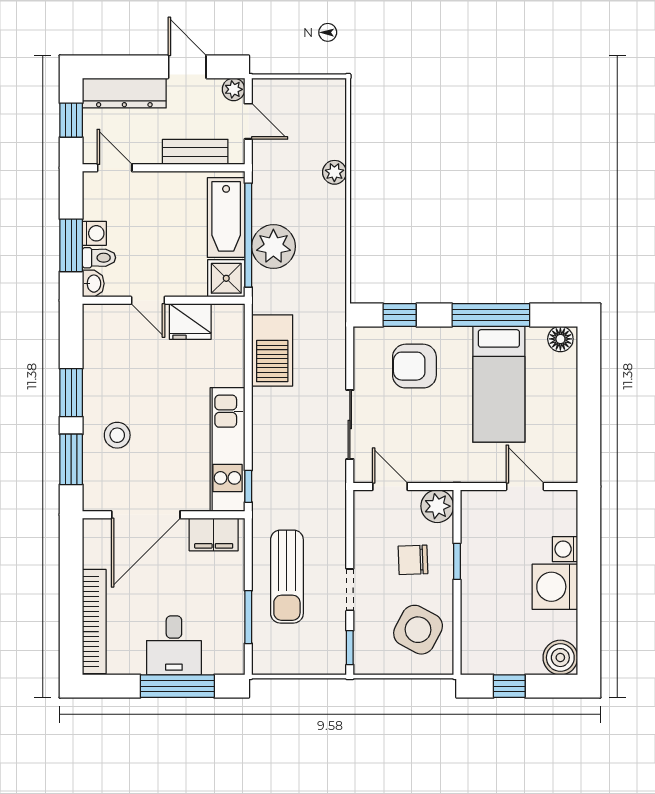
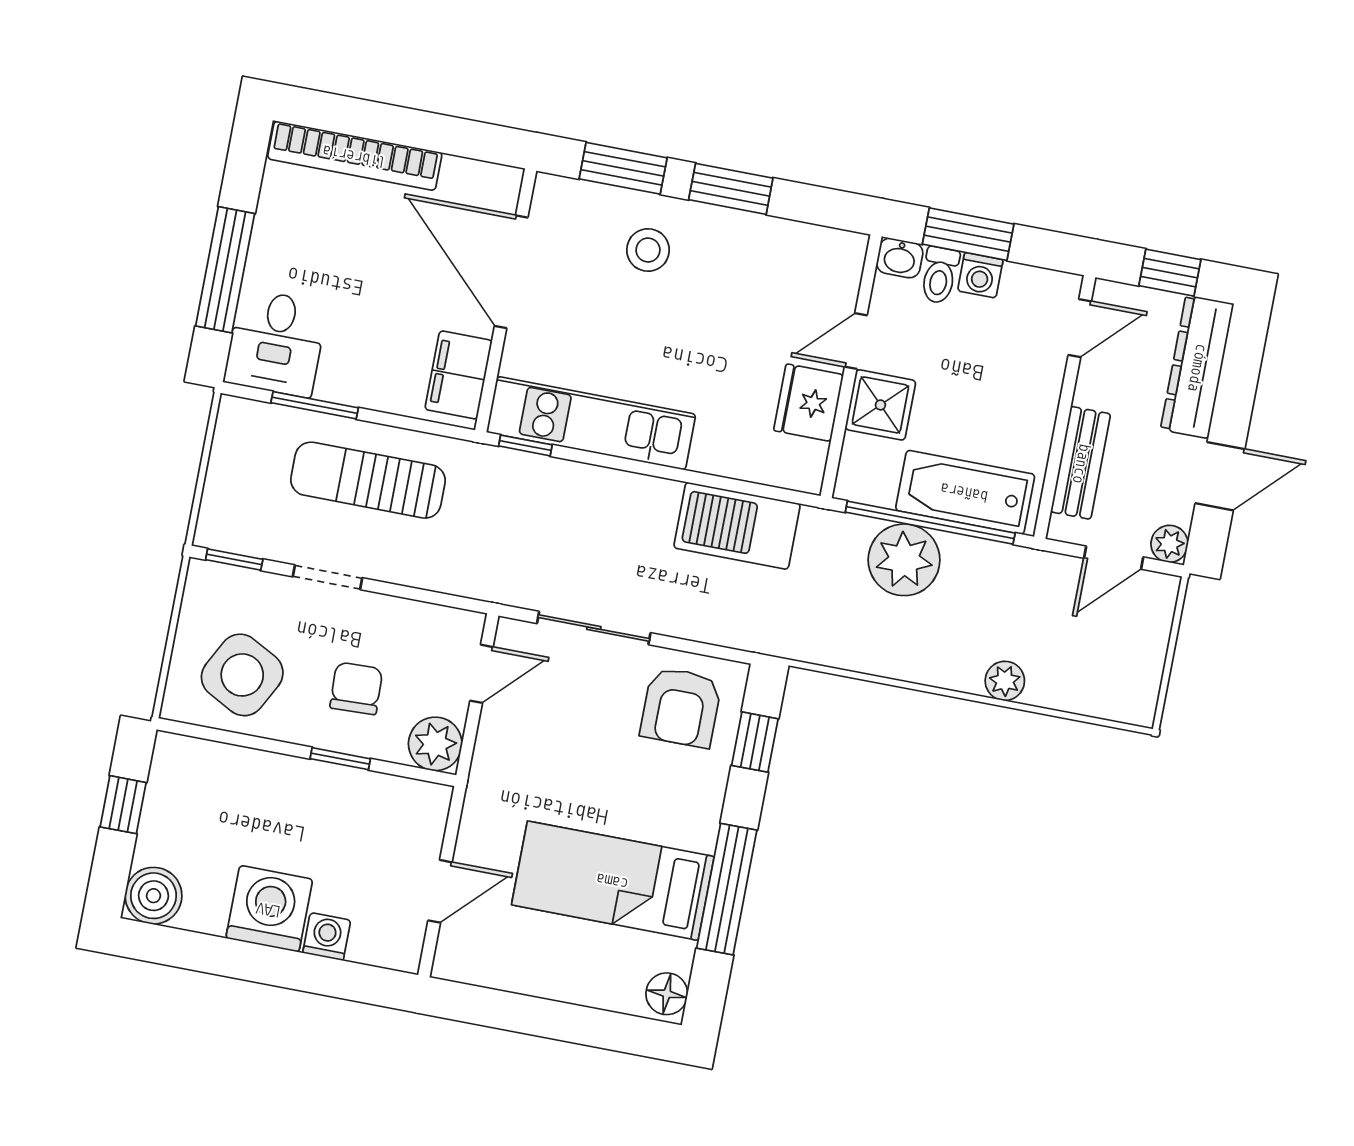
shower: (226, 278) -> (880, 405), moved
armchair: (414, 366) -> (681, 707), moved, turned 180
desk: (174, 645) -> (276, 343), moved, turned -90

